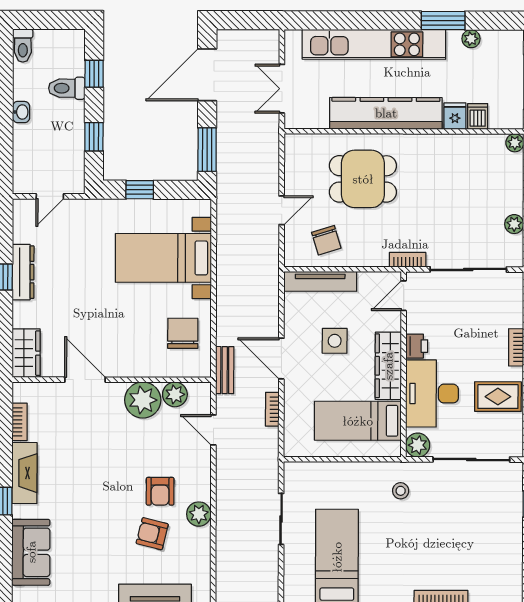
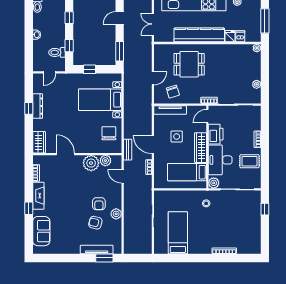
door: (207, 75) -> (120, 18), width x0.53
toilet: (67, 88) -> (57, 52), moved
printer: (417, 346) -> (216, 134), width x1.87, depth x1.48

